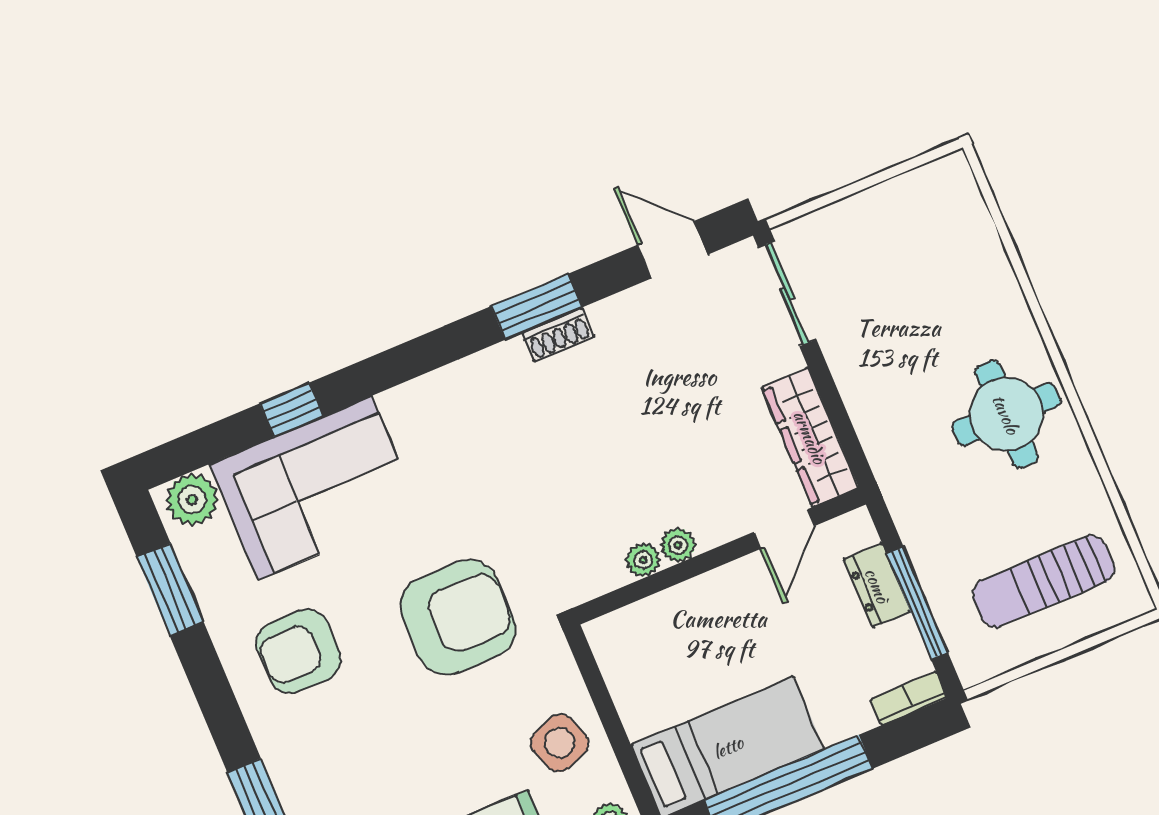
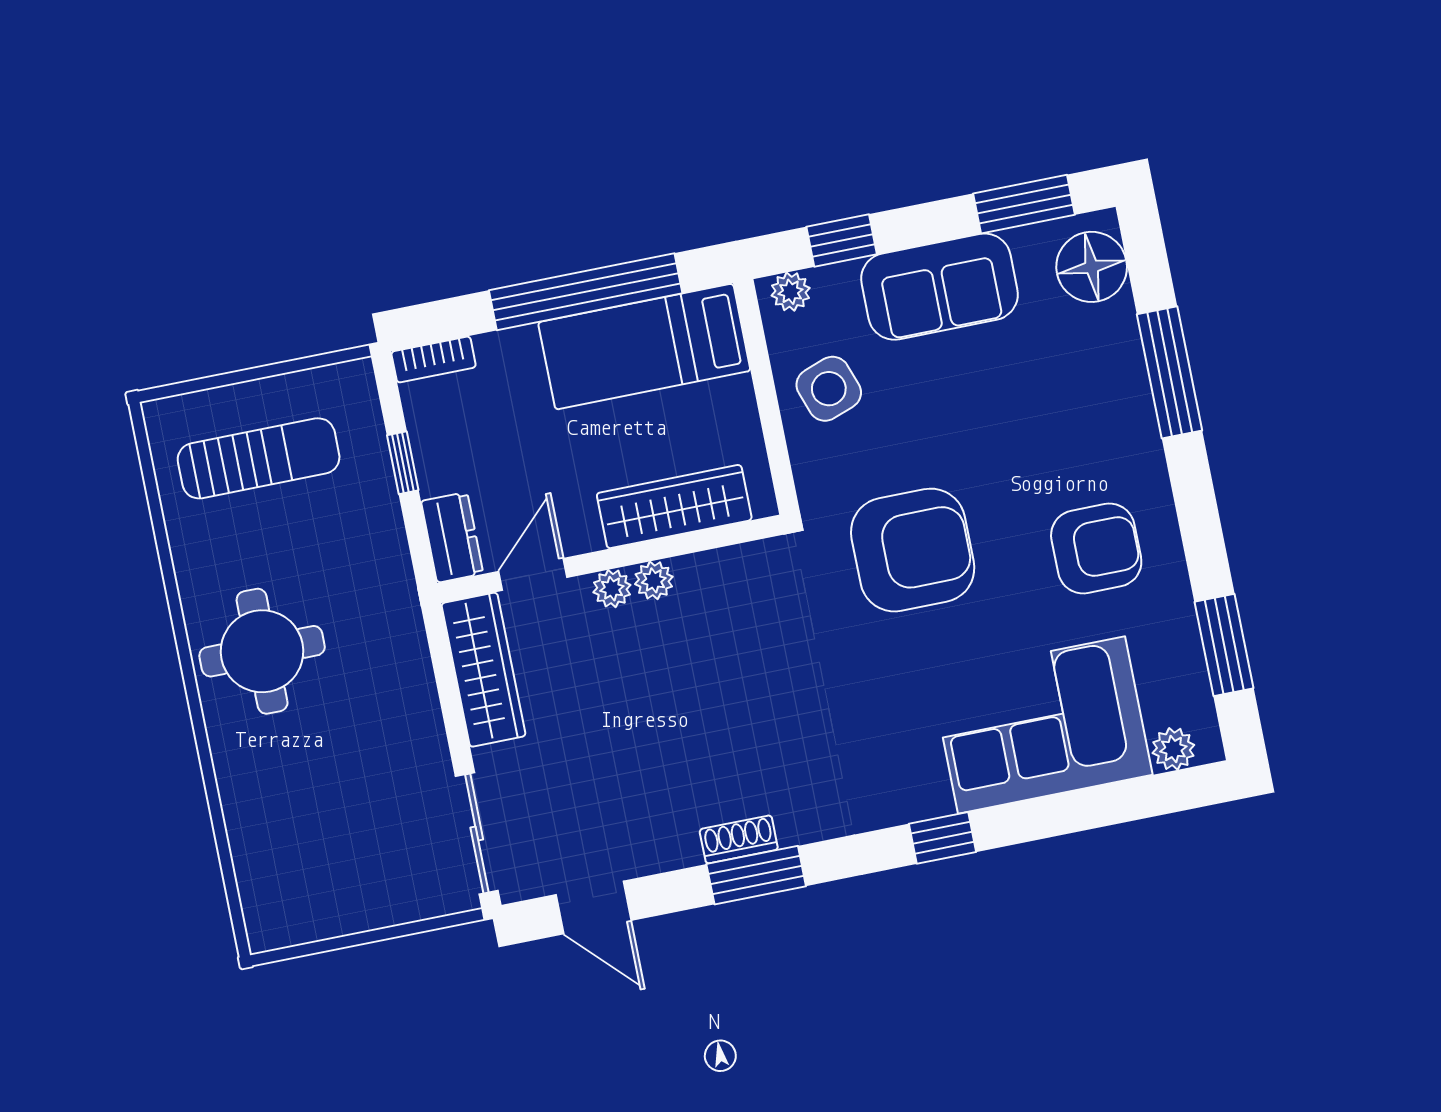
window: (292, 410) -> (942, 838), moved
plant: (192, 500) -> (1173, 749), width x0.73, depth x0.73
plant: (643, 560) -> (612, 589), moved
dresser: (877, 585) -> (452, 537), moved
window: (917, 603) -> (403, 463), width x0.46
wardrobe: (673, 613) -> (674, 507), added
armchair: (458, 617) -> (913, 550), turned 180

